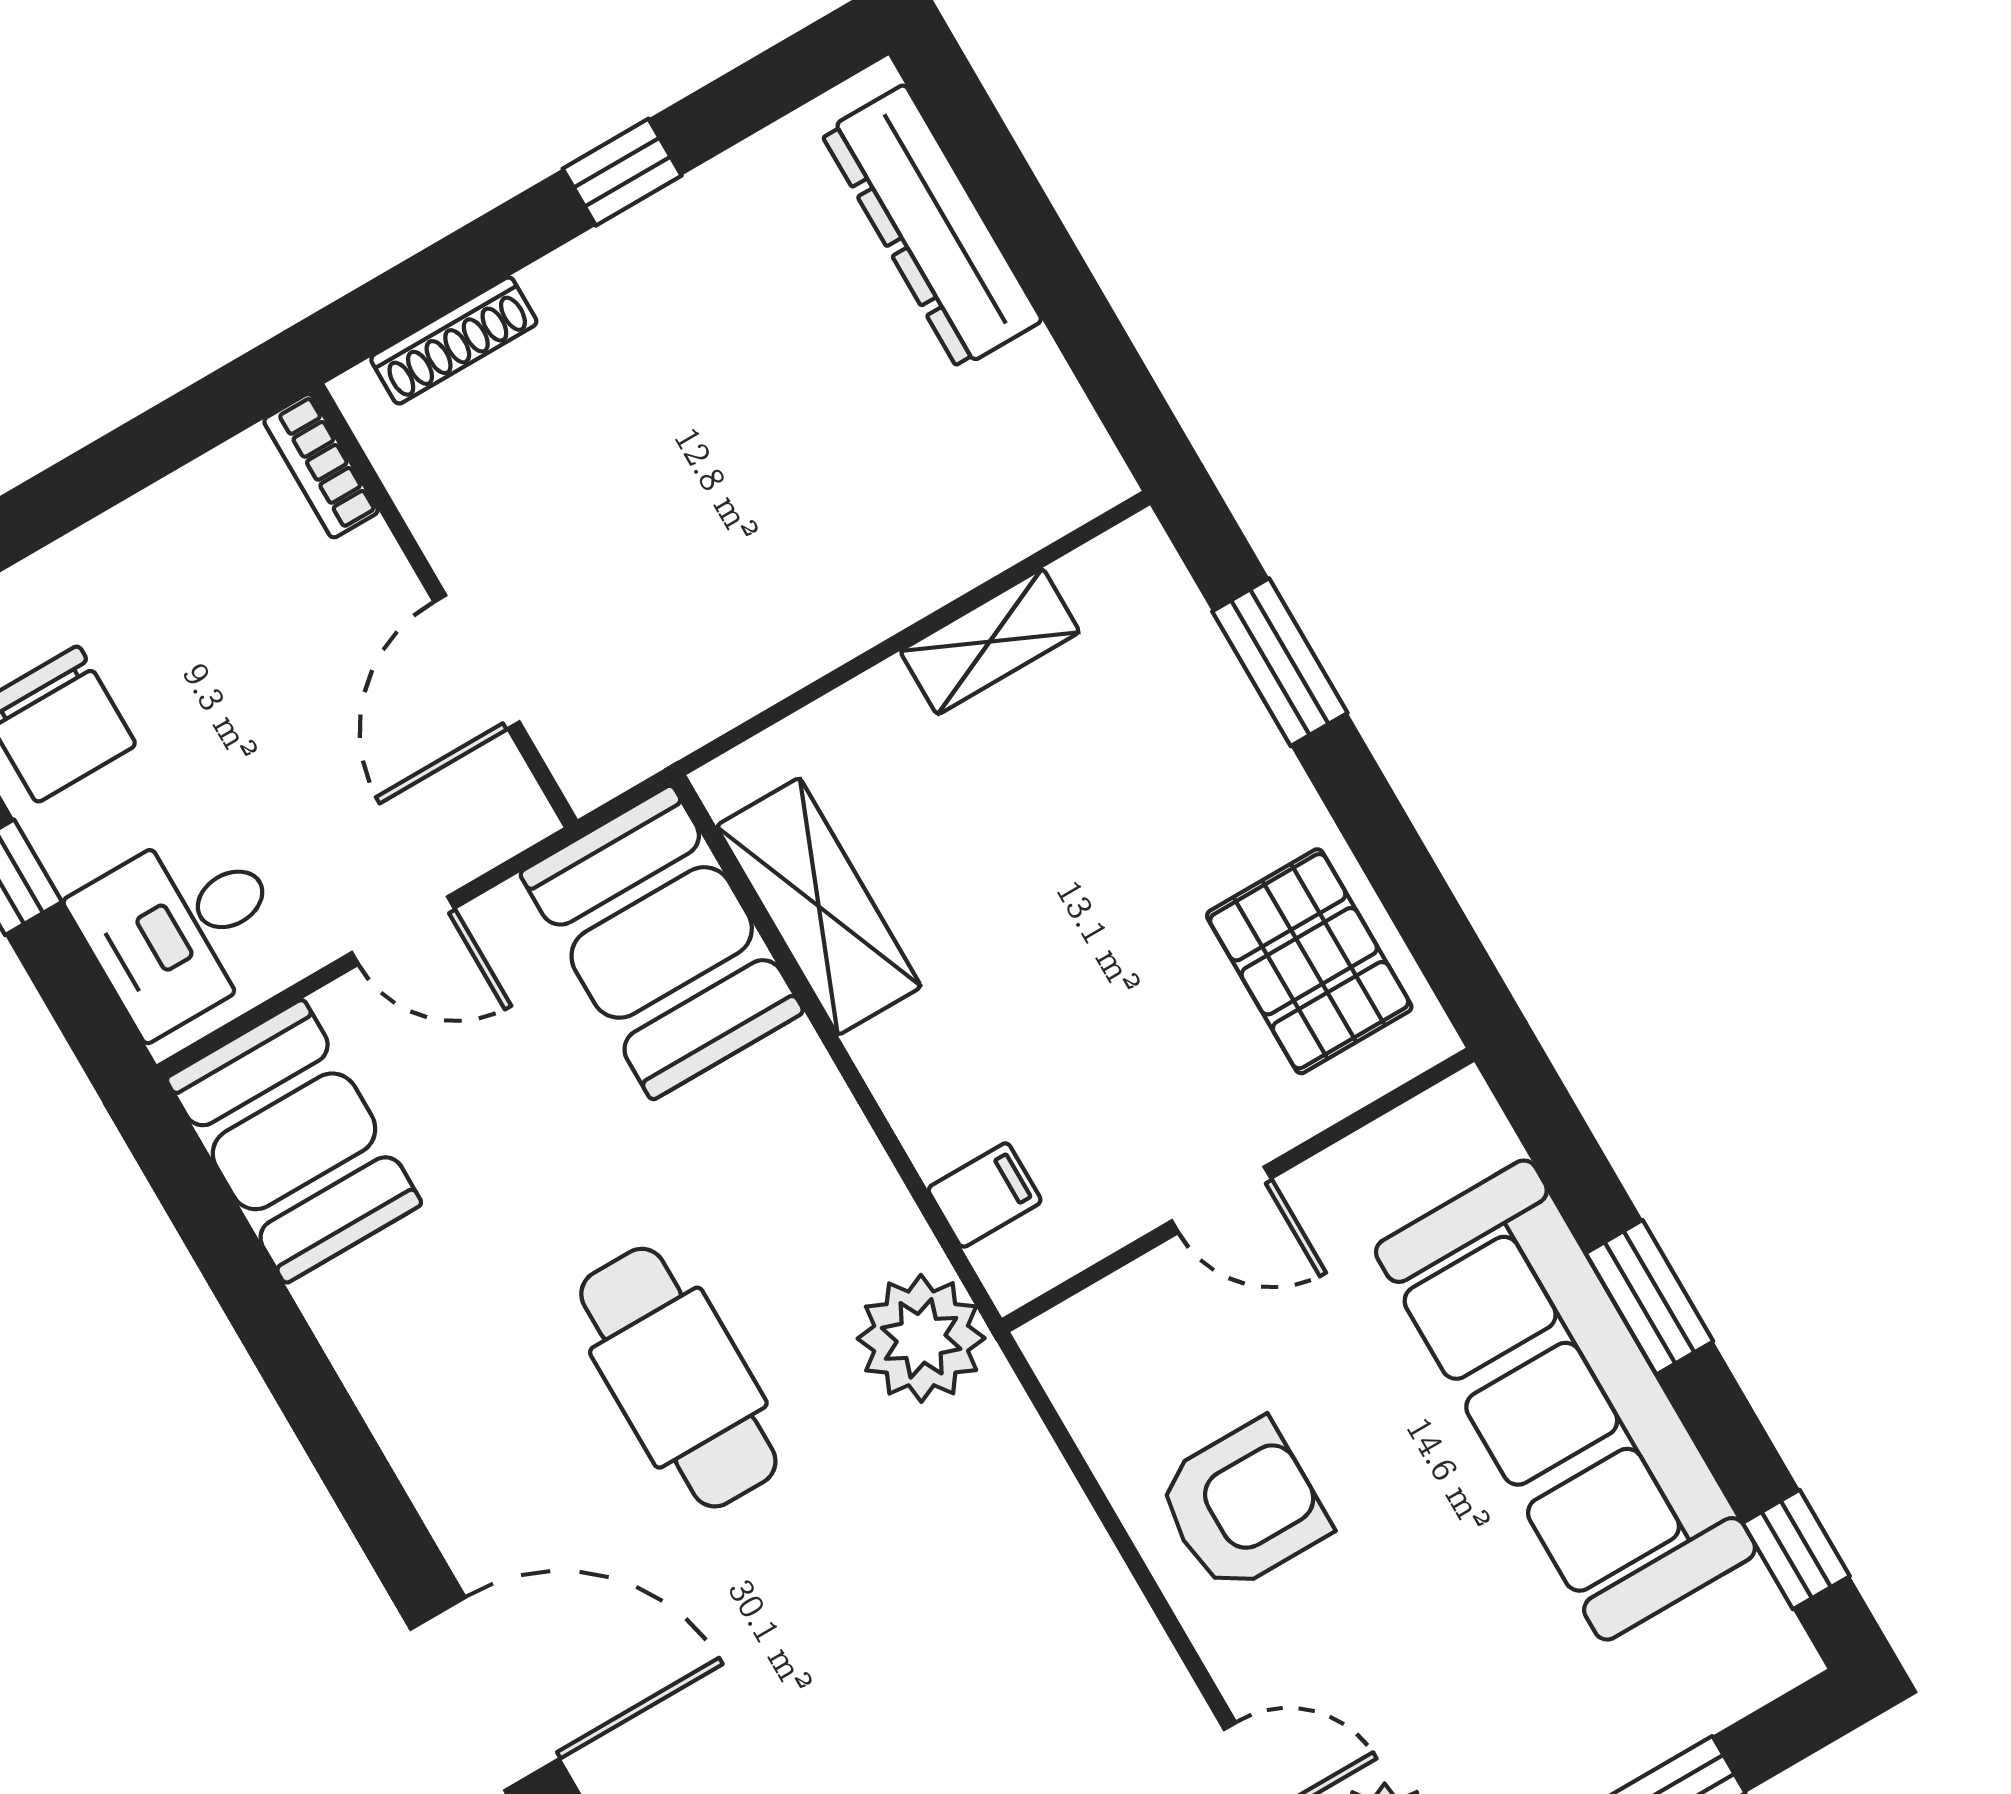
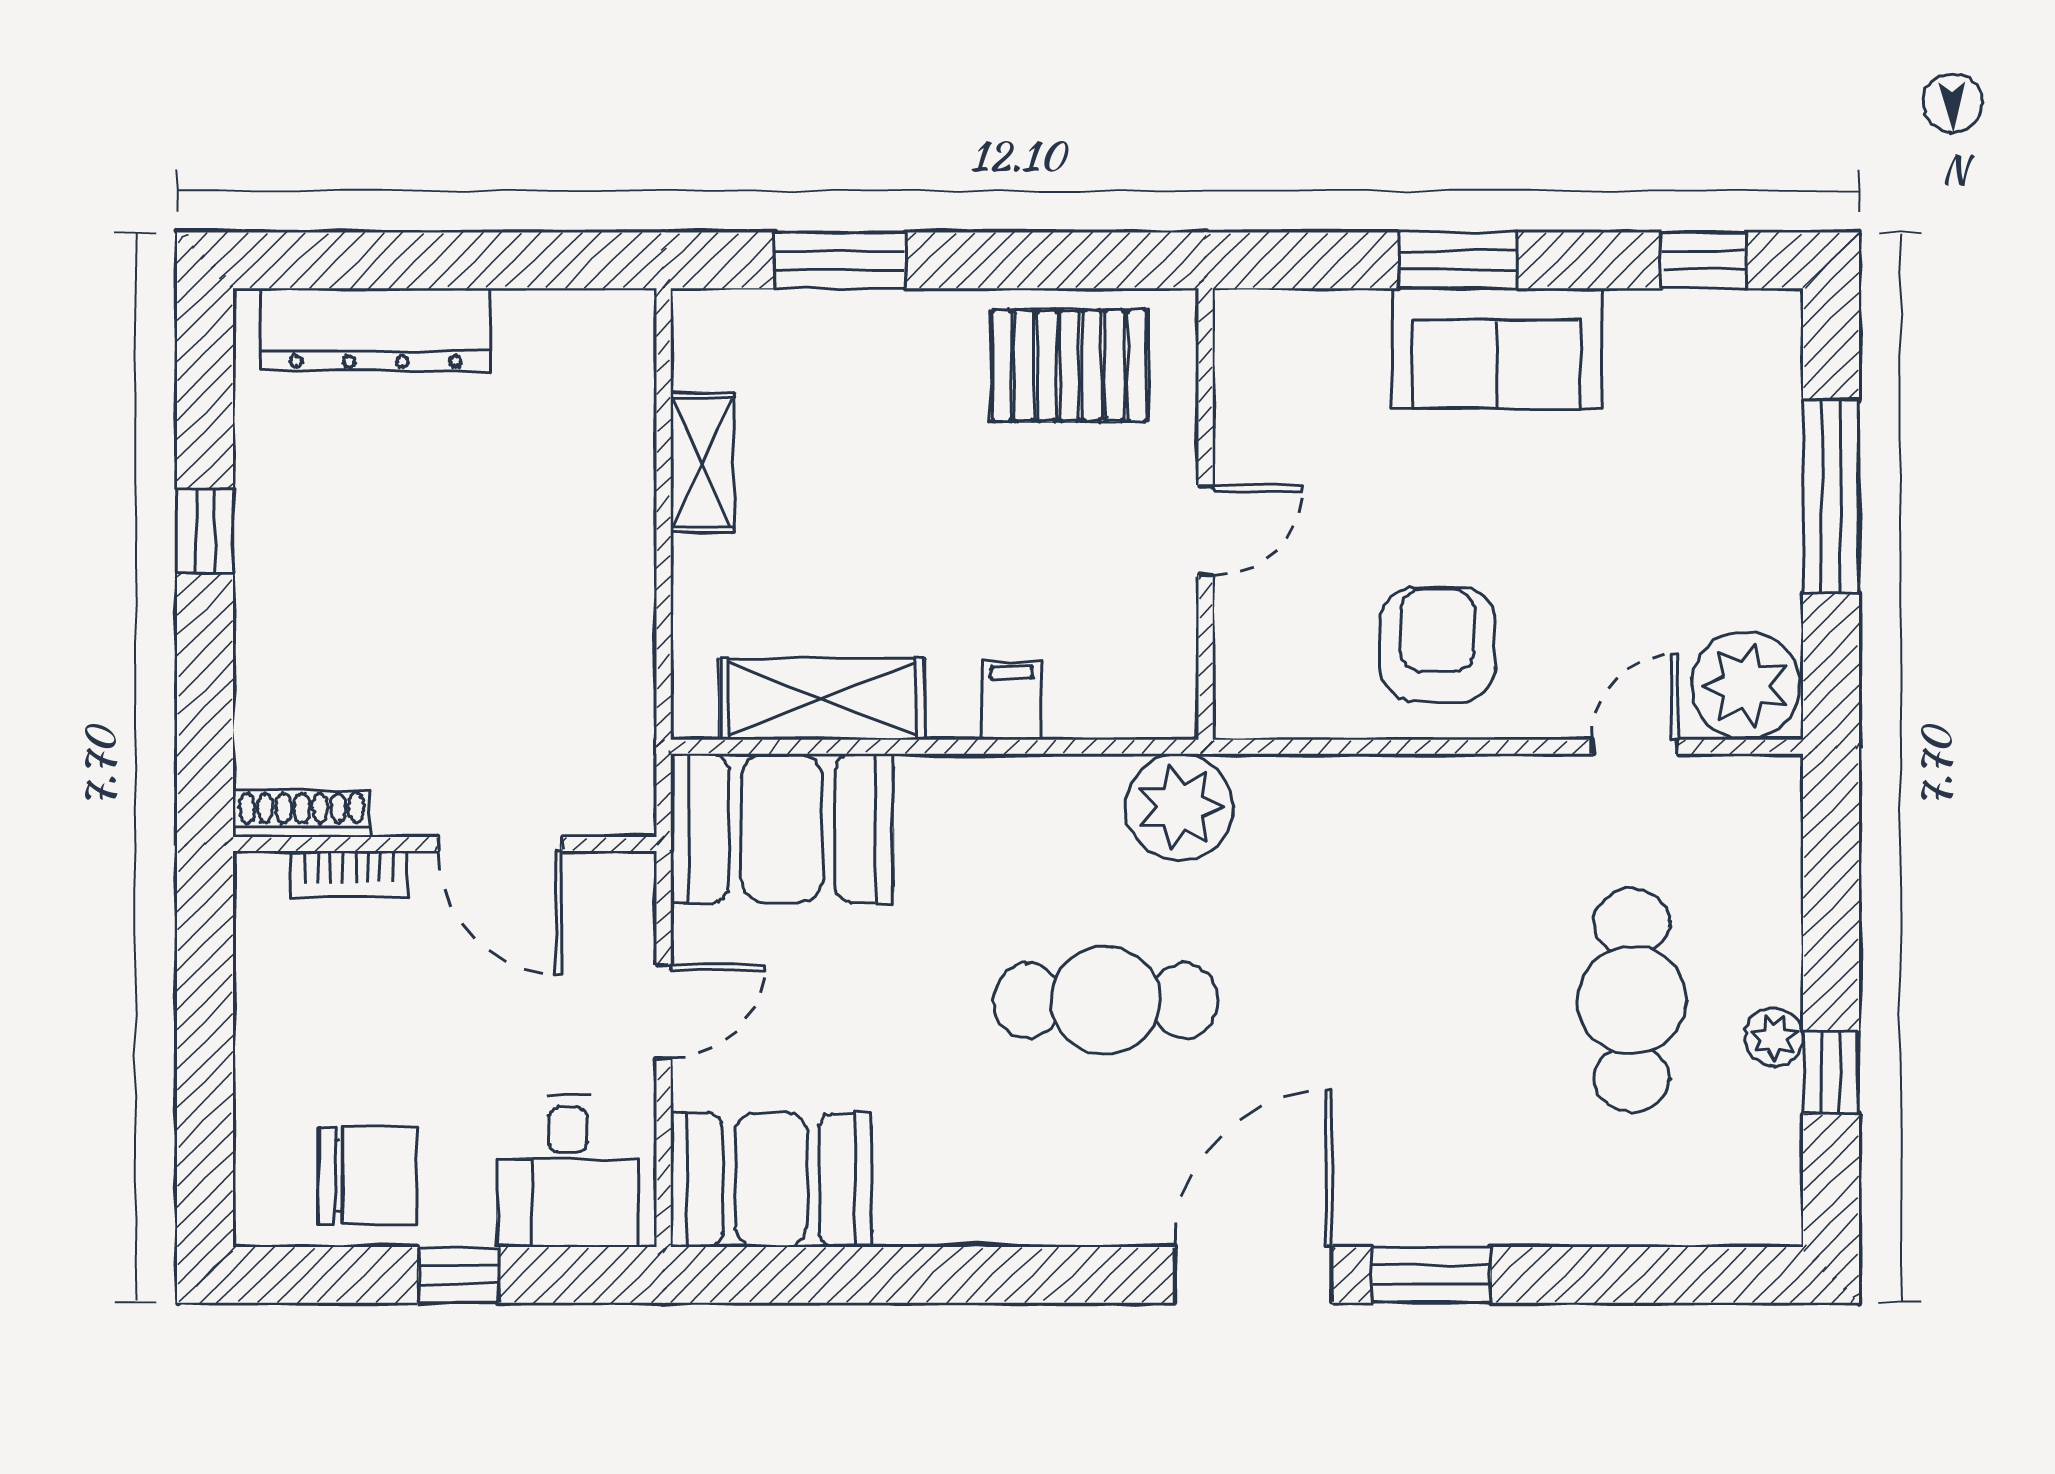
shoe rack: (454, 340) -> (302, 814), moved, turned -90
bookcase: (321, 466) -> (349, 874), moved
filing cabinet: (985, 1195) -> (1012, 700), moved
sofa: (1565, 1400) -> (1497, 349), width x0.54, depth x0.79

